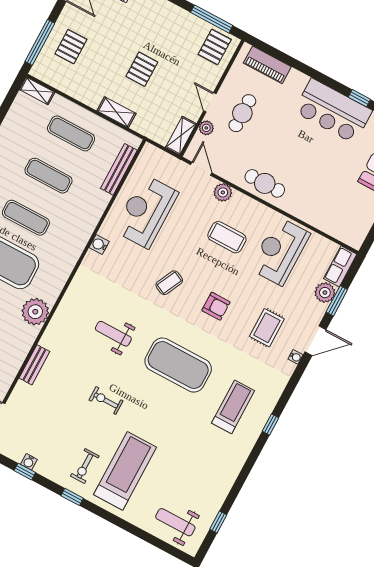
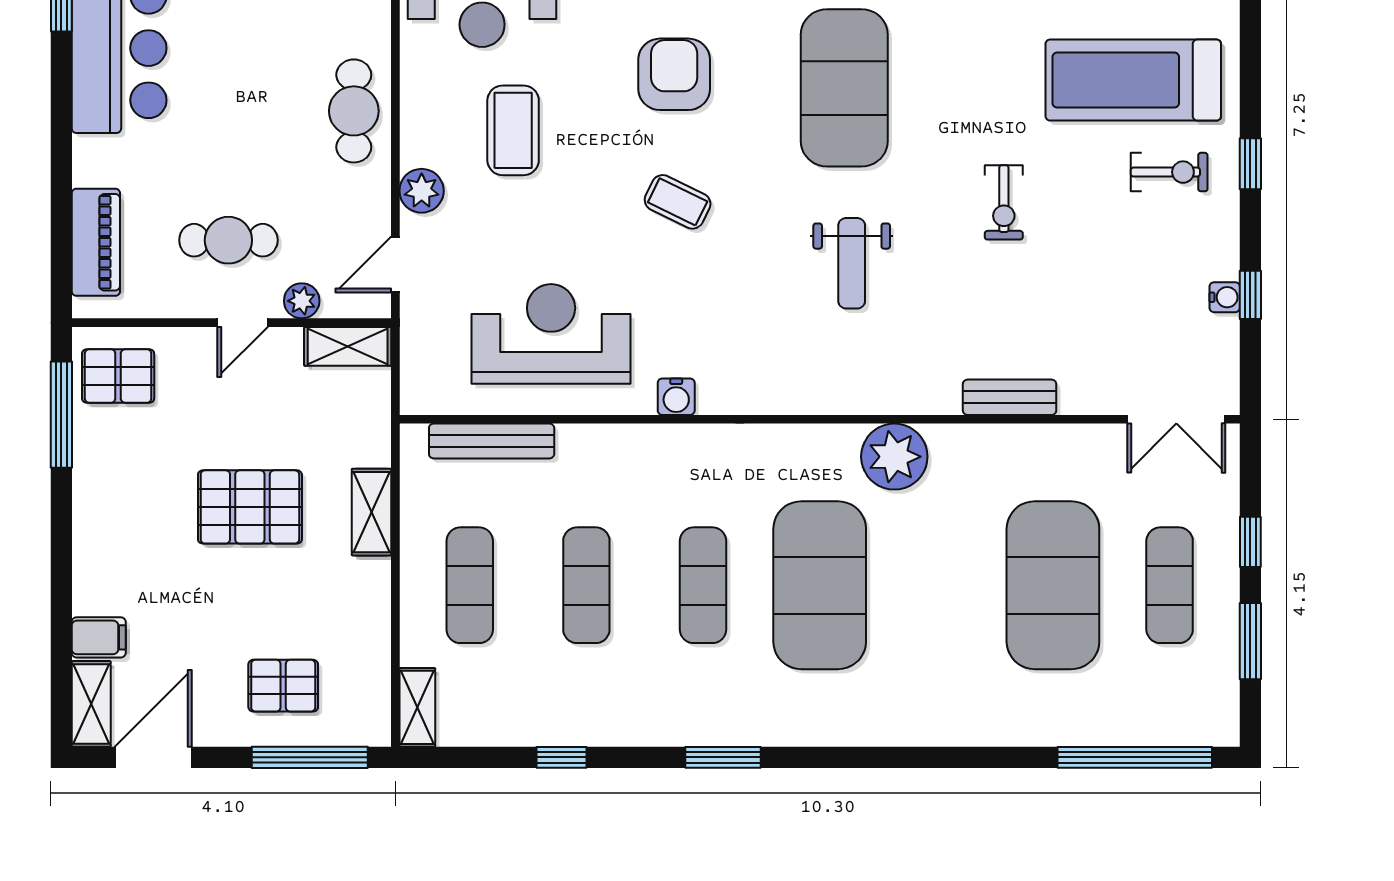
pallet: (142, 69) -> (250, 507), width x1.50, depth x1.42
reception desk: (146, 211) -> (551, 334), turned 180
armchair: (216, 306) -> (674, 74), width x1.38, depth x1.38

